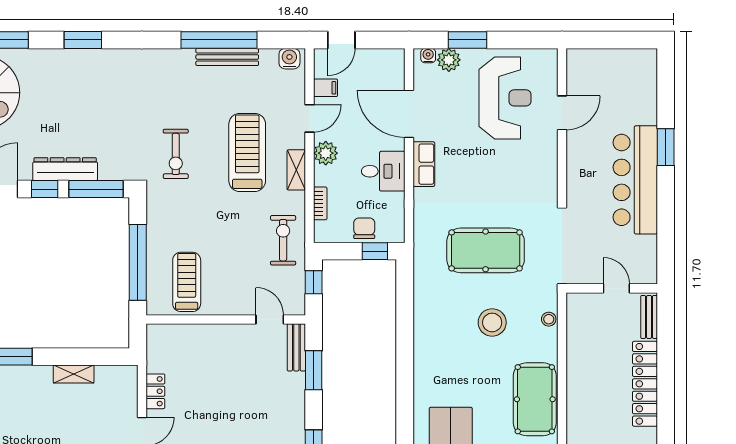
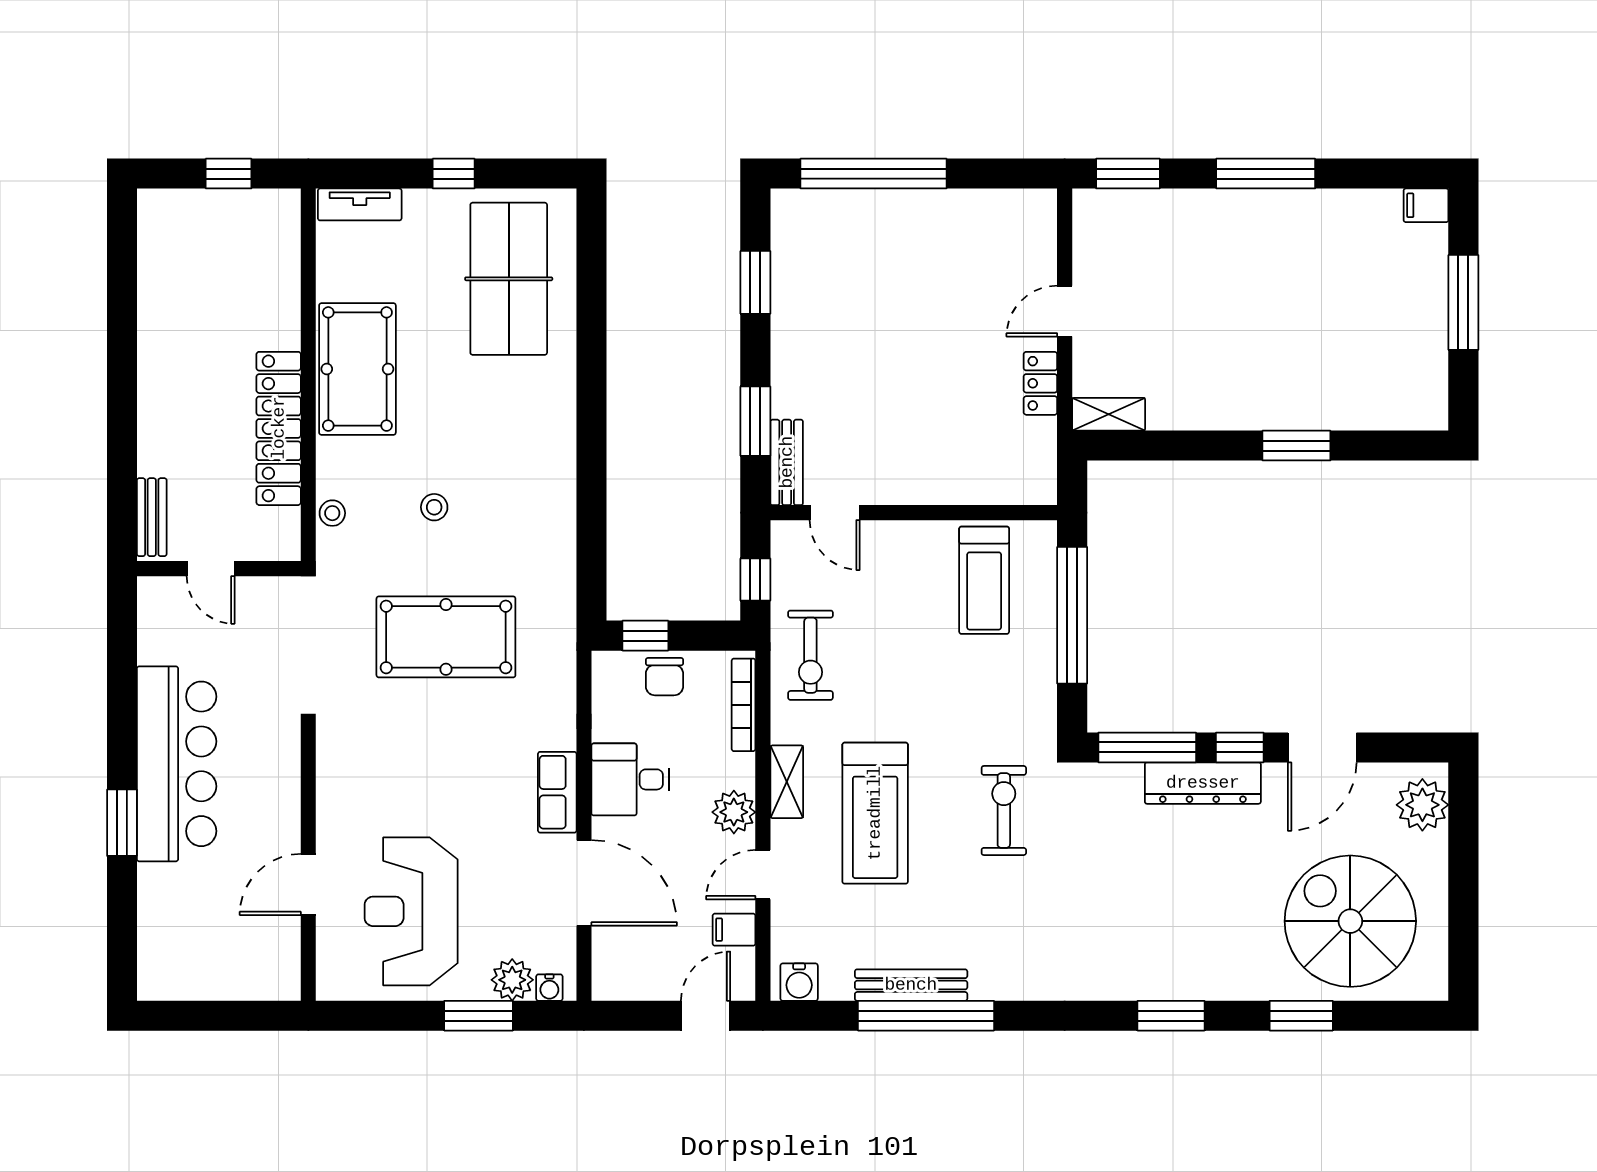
bookcase: (320, 203) -> (744, 705), width x1.56
stool: (492, 322) -> (434, 507), width x0.53, depth x0.53
shelving: (74, 374) -> (1109, 414), moved
locker: (645, 384) -> (279, 428), moved, turned 180

